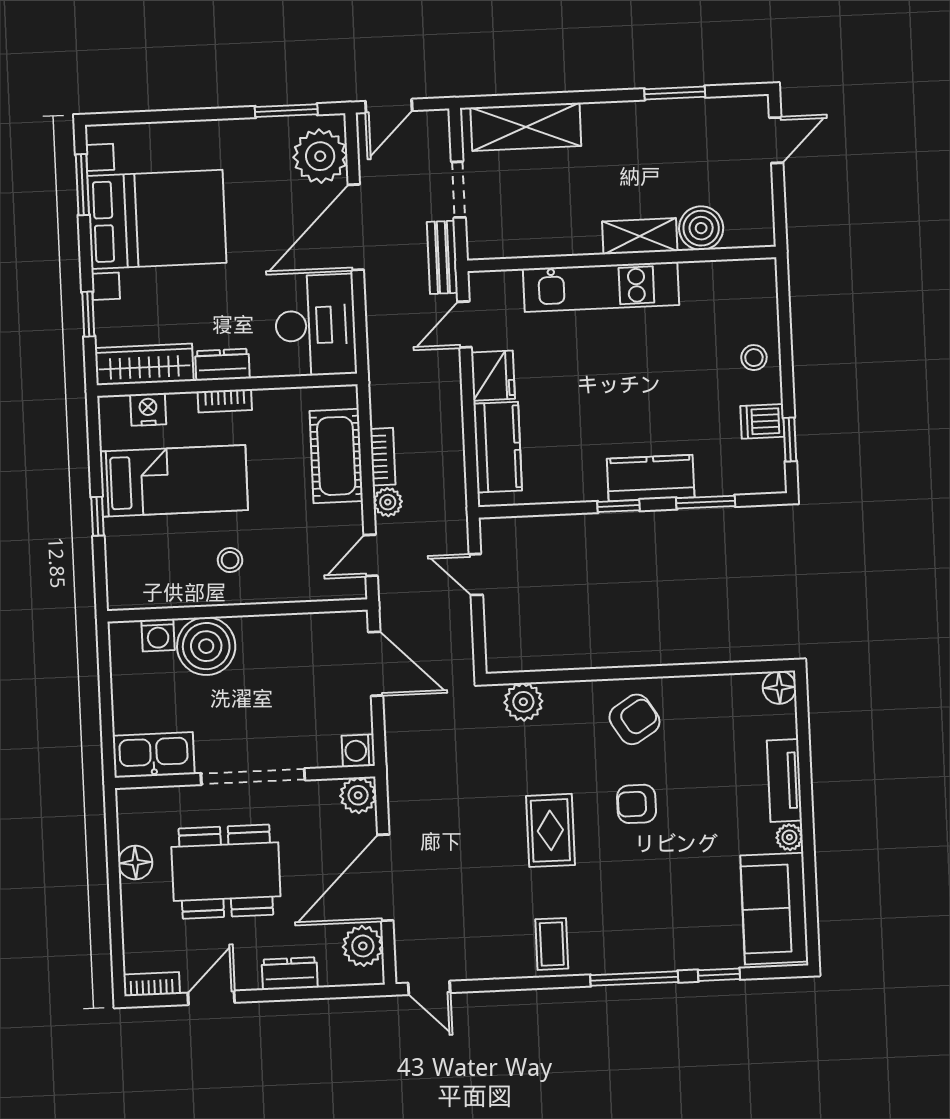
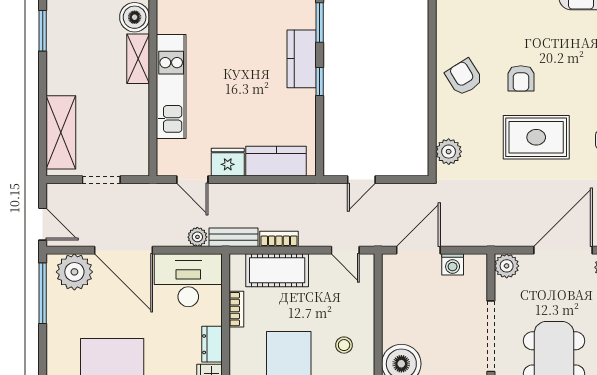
window: (286, 111) -> (43, 293), width x1.44
bench: (442, 257) -> (233, 237), moved
bookcase: (225, 401) -> (236, 309), moved
plant: (388, 502) -> (197, 237), moved
washing machine: (358, 751) -> (453, 264), moved
rug: (550, 830) -> (536, 137), width x1.36, depth x1.43
door: (385, 878) -> (563, 250), swing flipped

